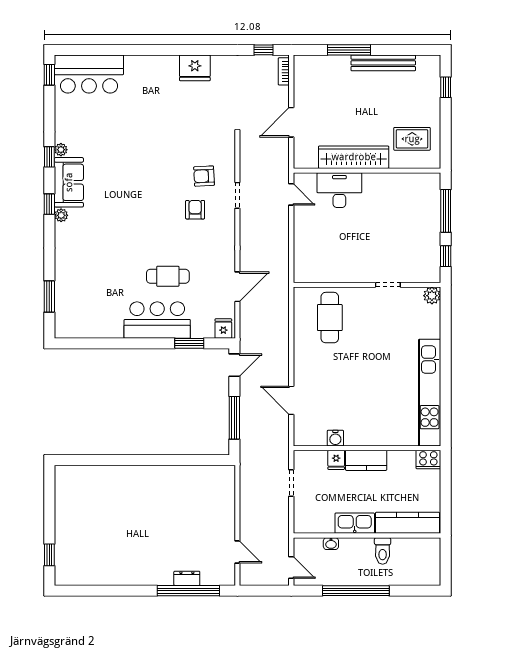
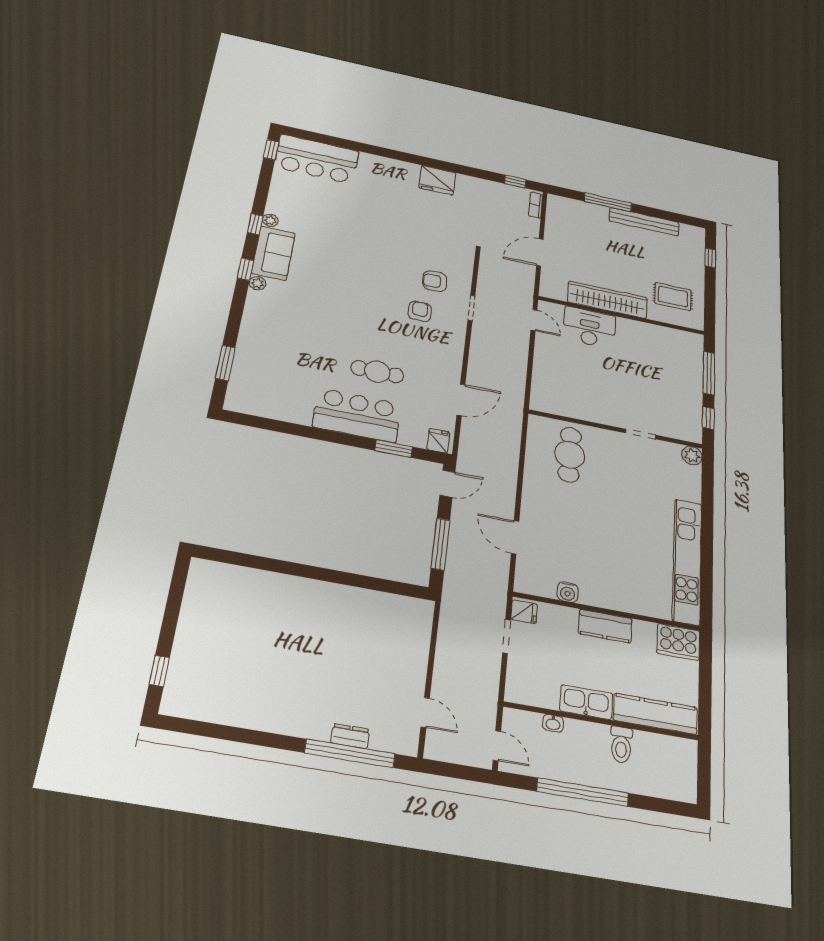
cooker: (428, 459) -> (678, 642), width x1.37, depth x1.31
fridge: (336, 460) -> (524, 612), moved, turned -90

